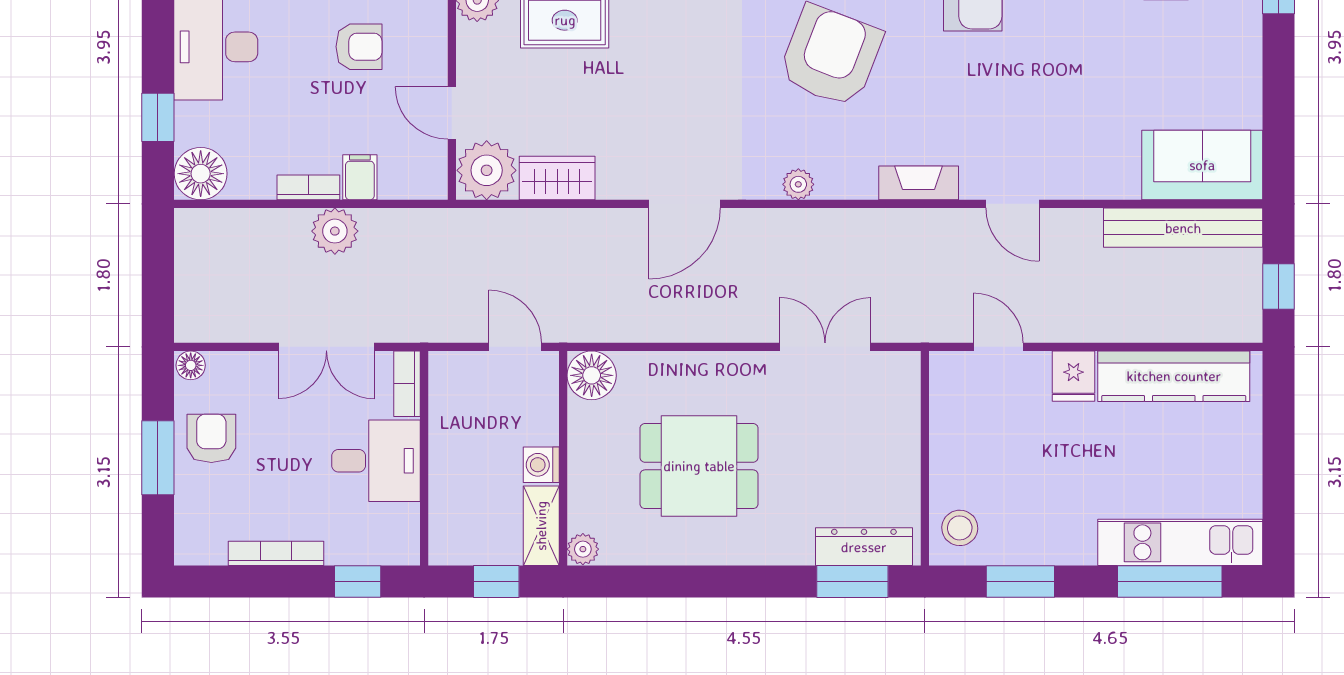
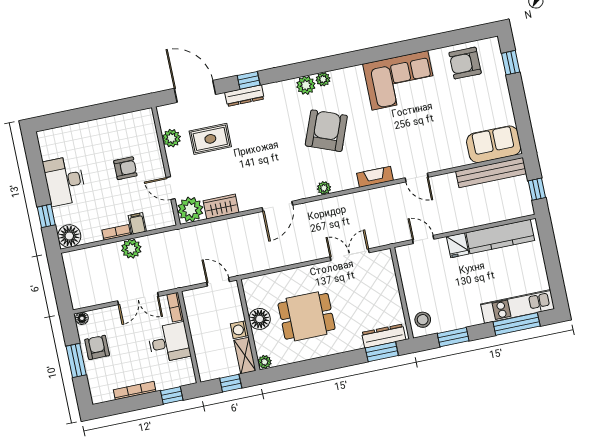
floor lamp: (592, 375) -> (260, 319), moved

